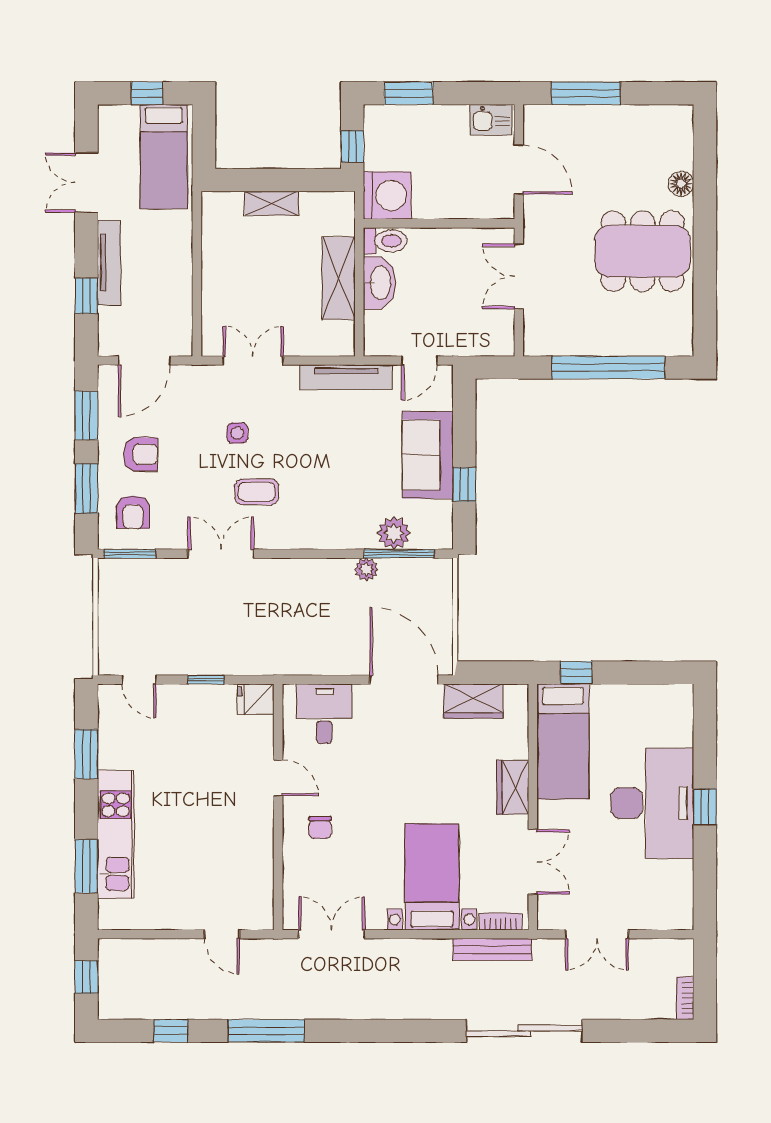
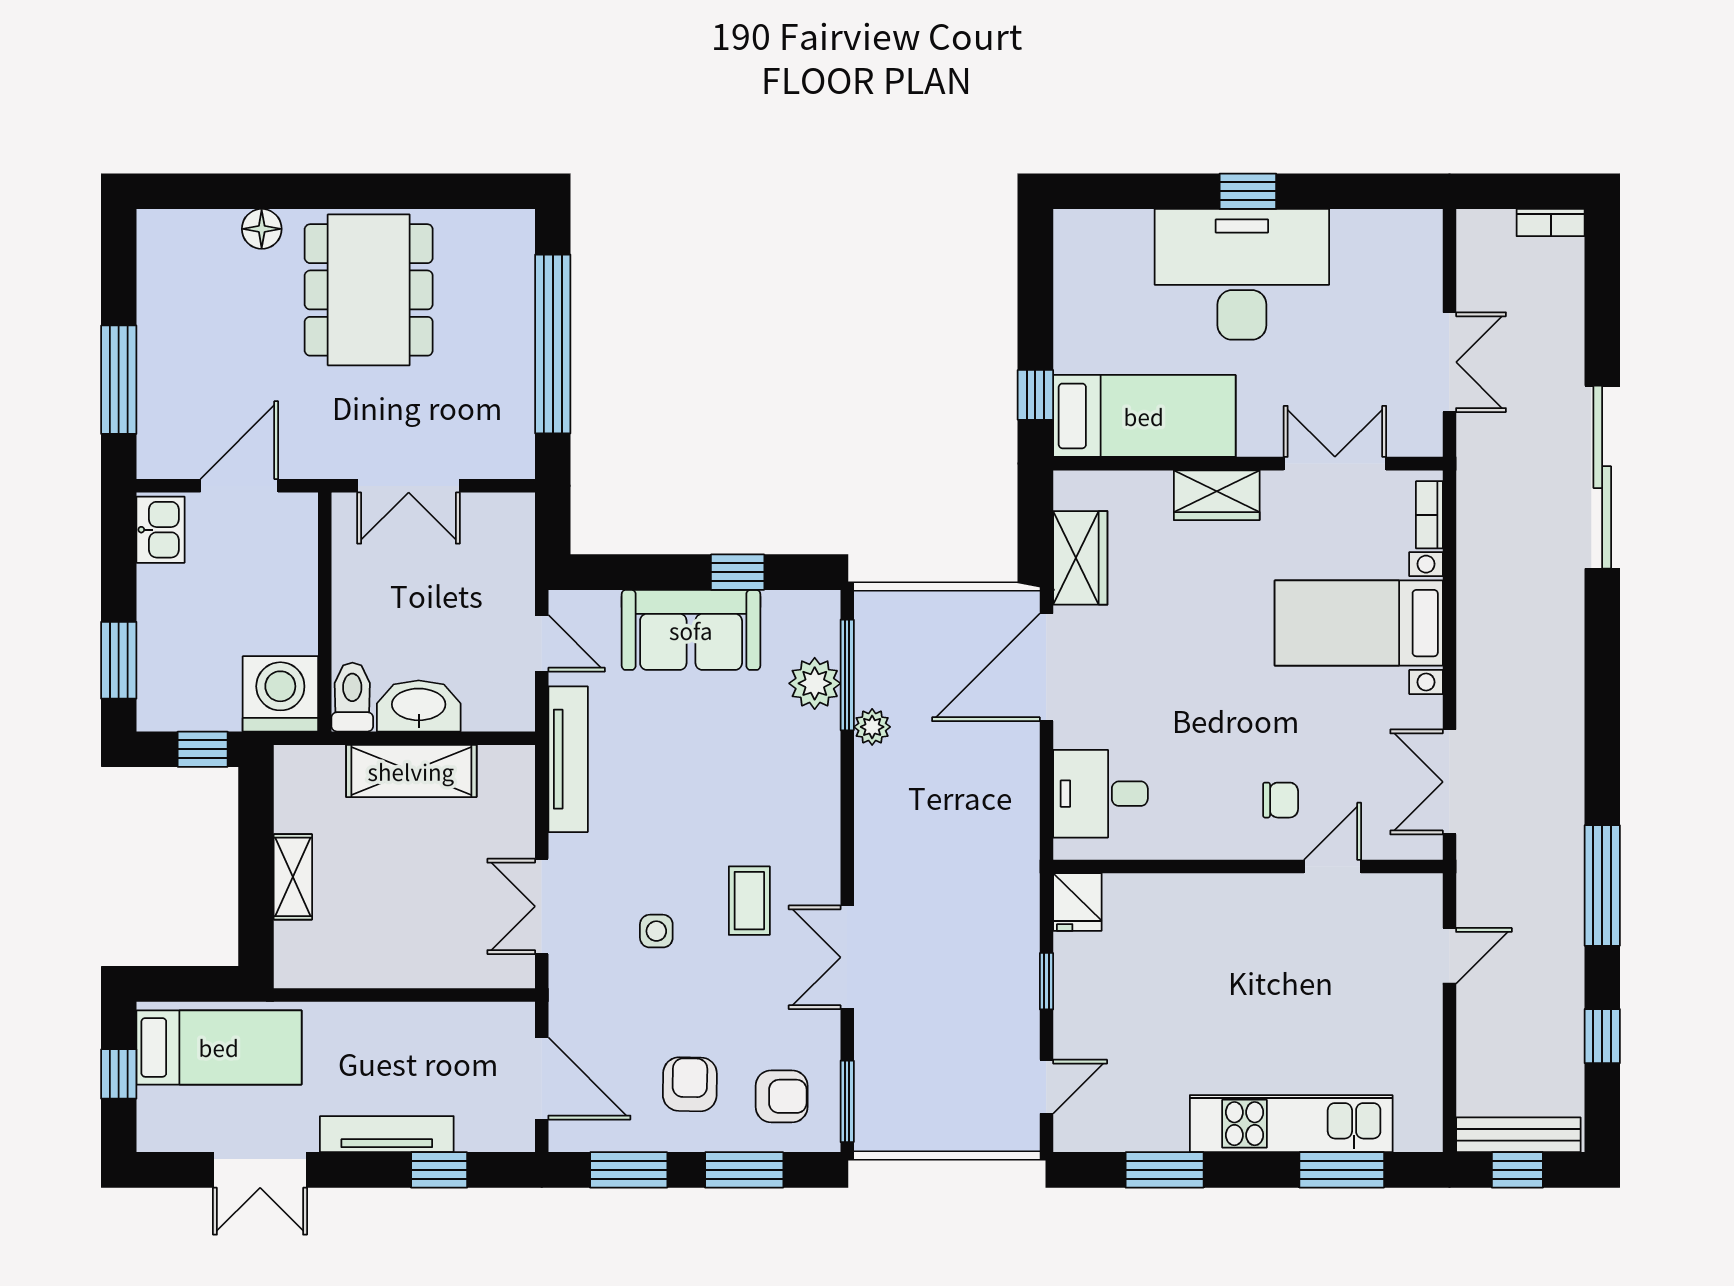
door: (278, 778) -> (1333, 867), moved
bench: (492, 949) -> (1518, 1135), moved, turned 90

